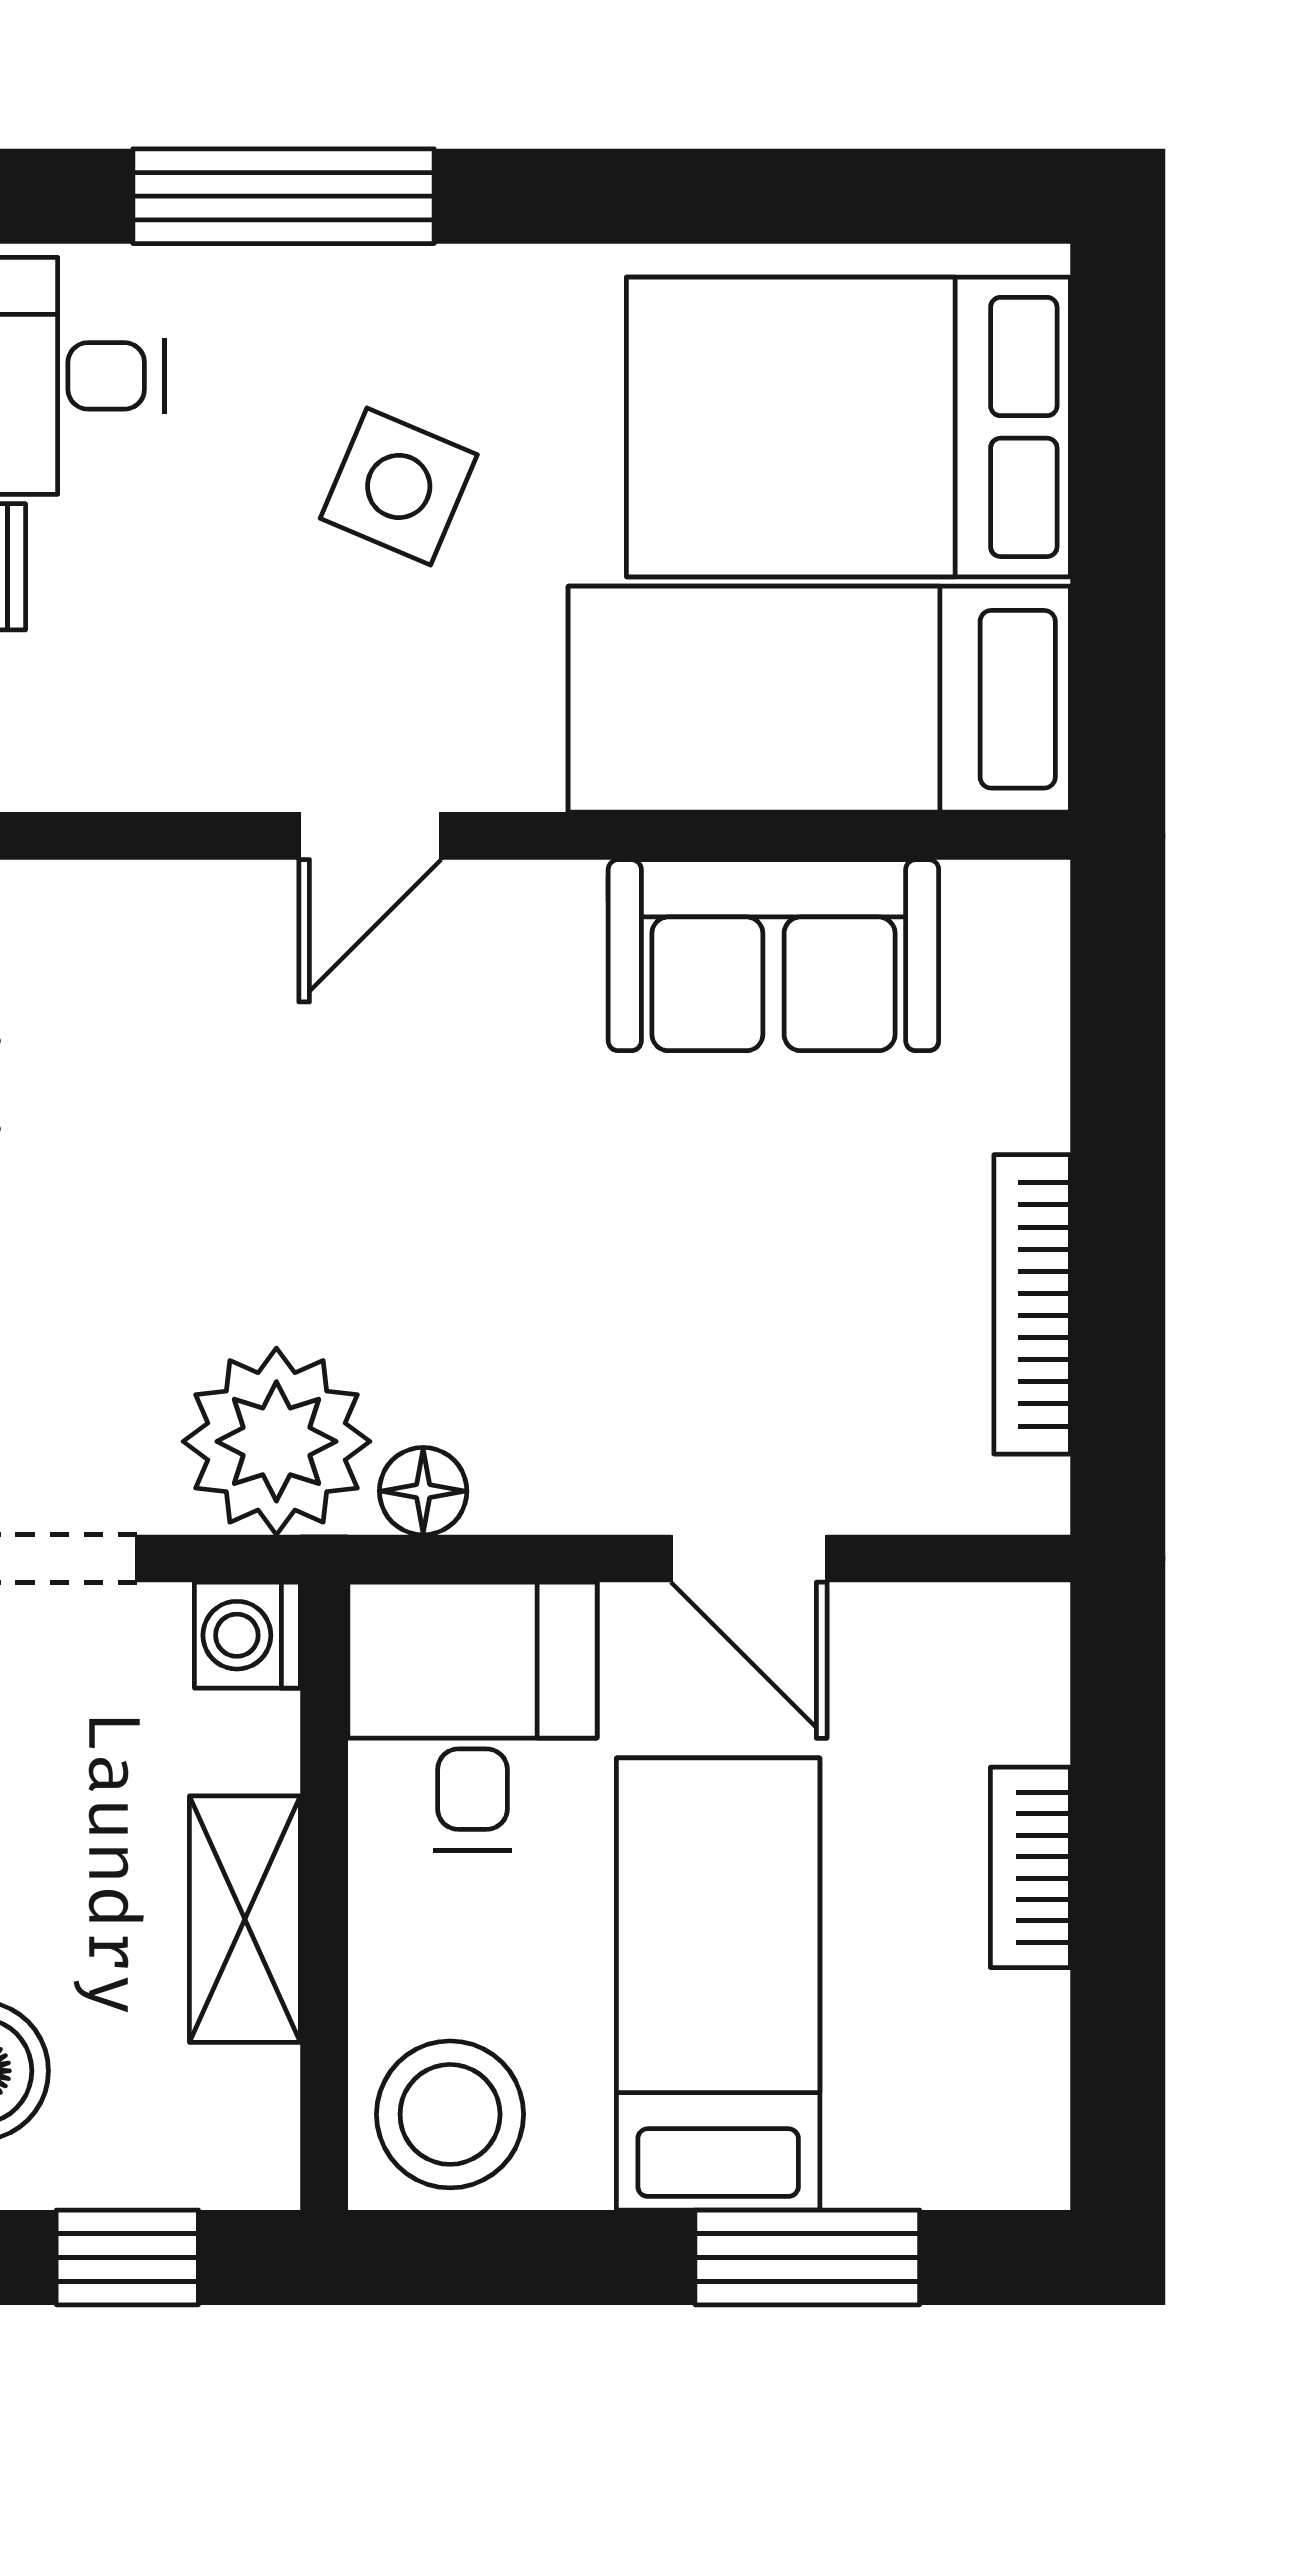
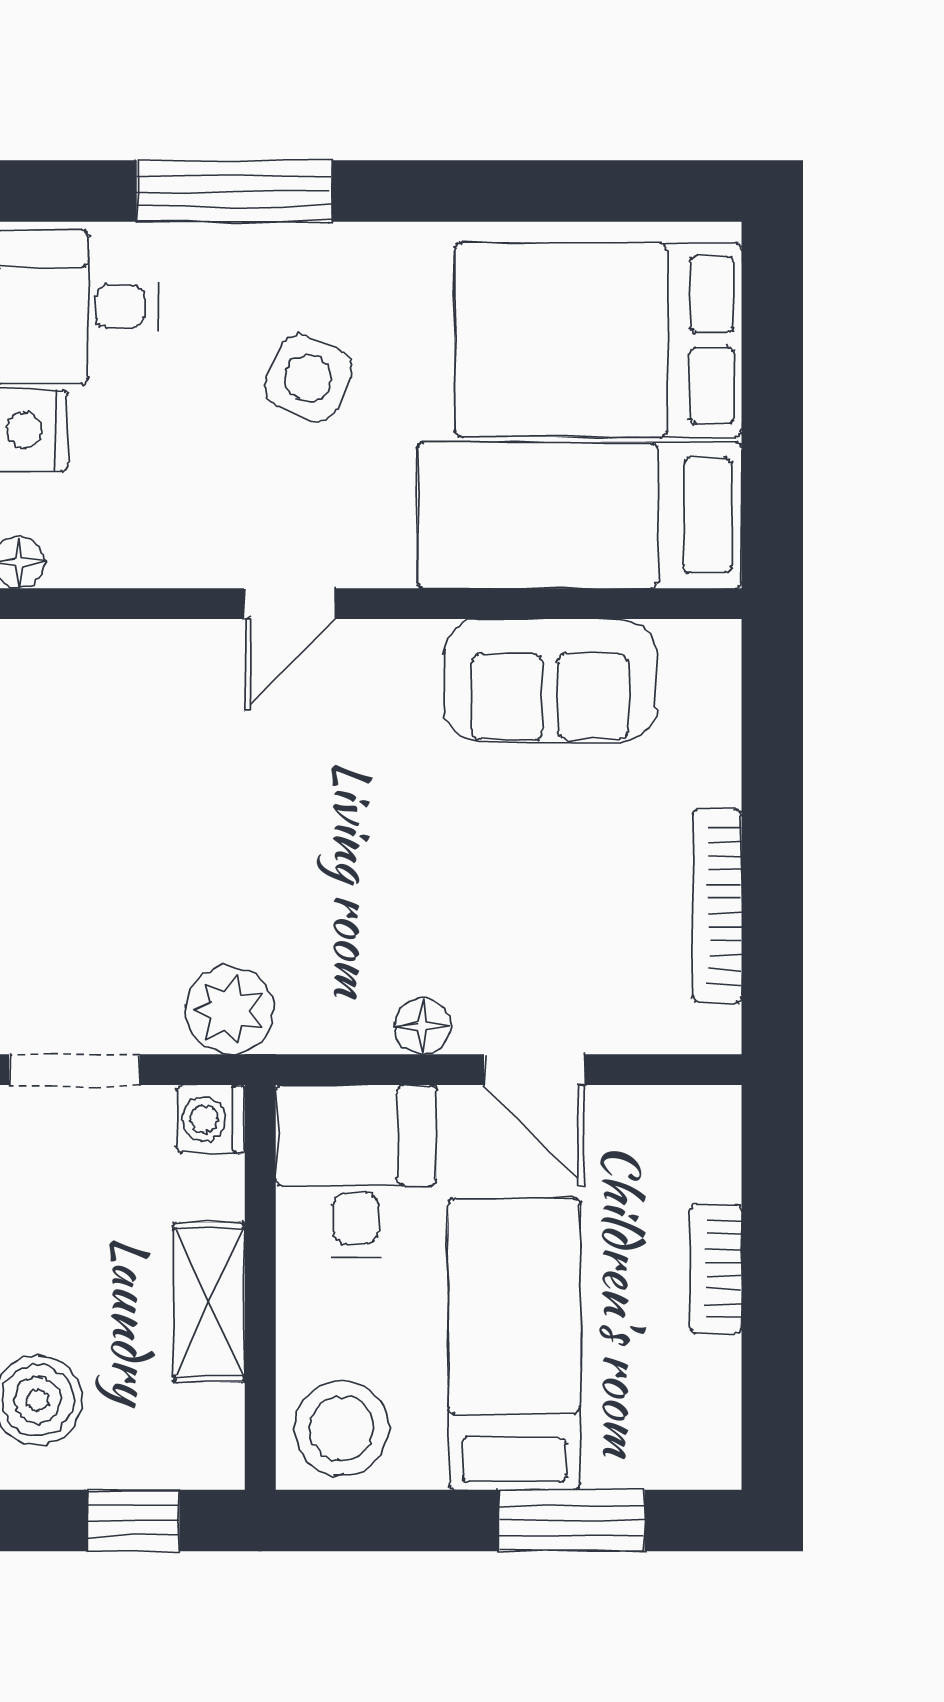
plant: (276, 1441) -> (230, 1010), width x0.73, depth x0.73
floor lamp: (423, 1491) -> (423, 1026), moved

